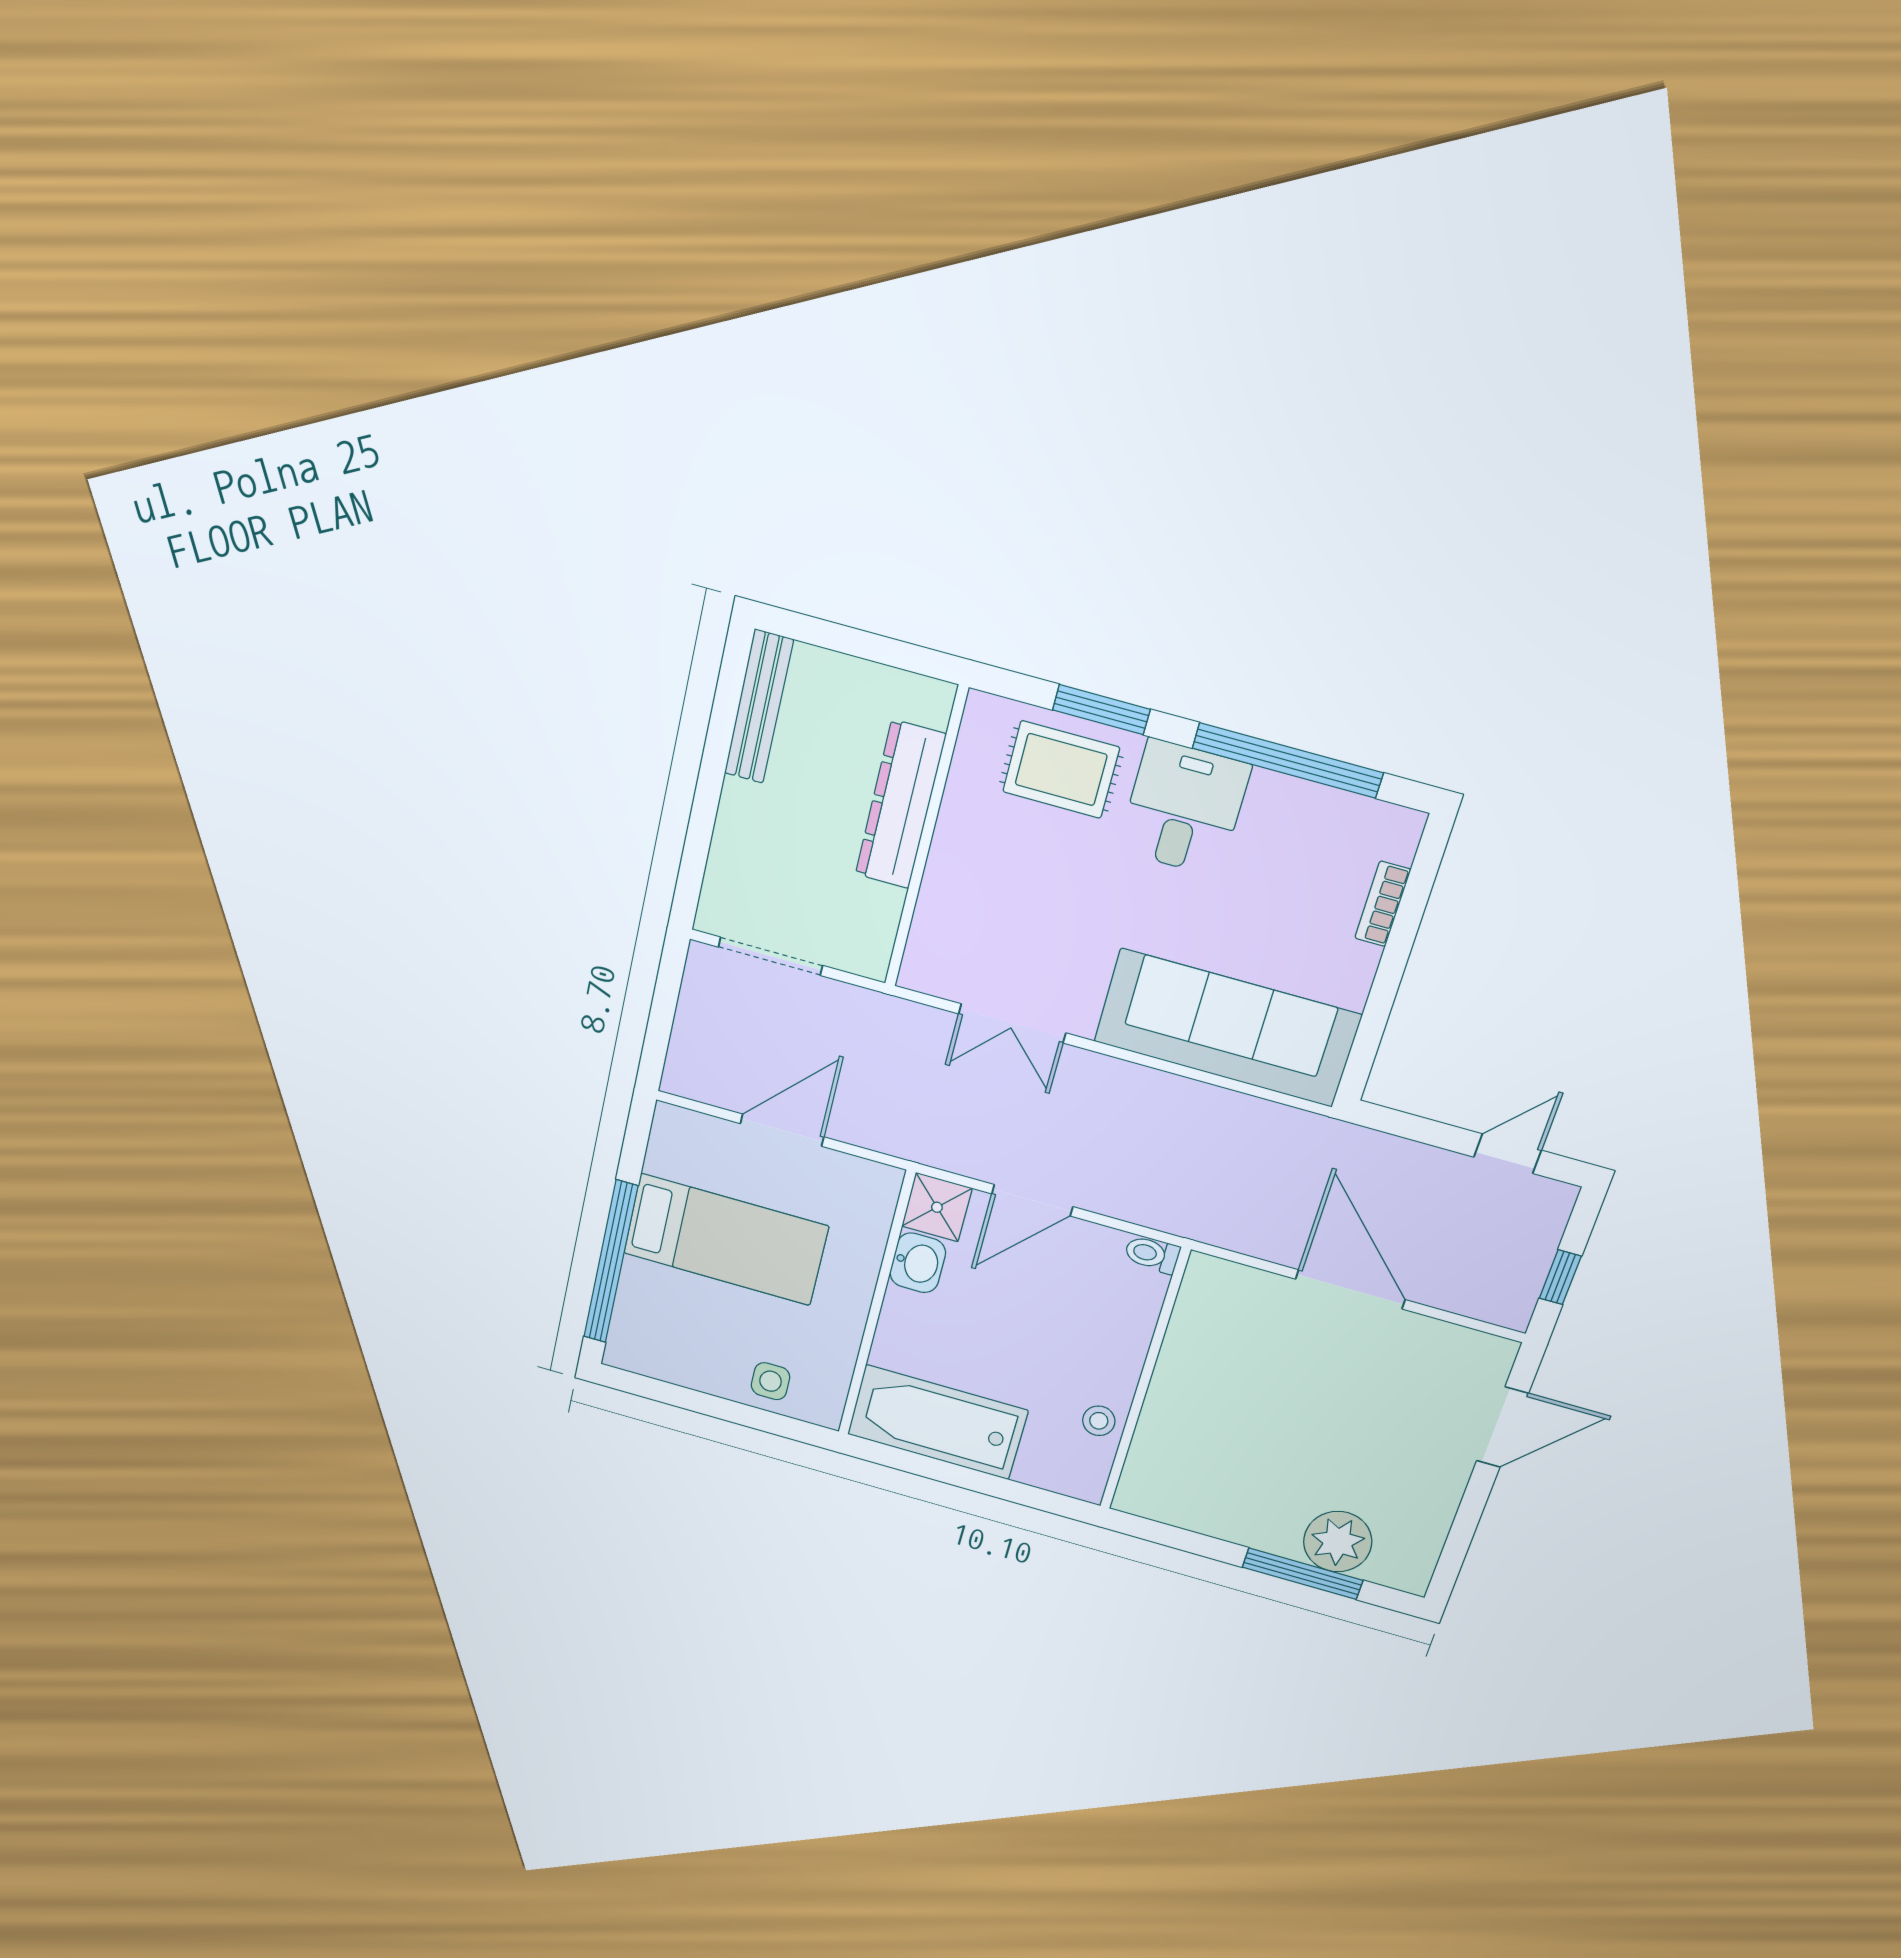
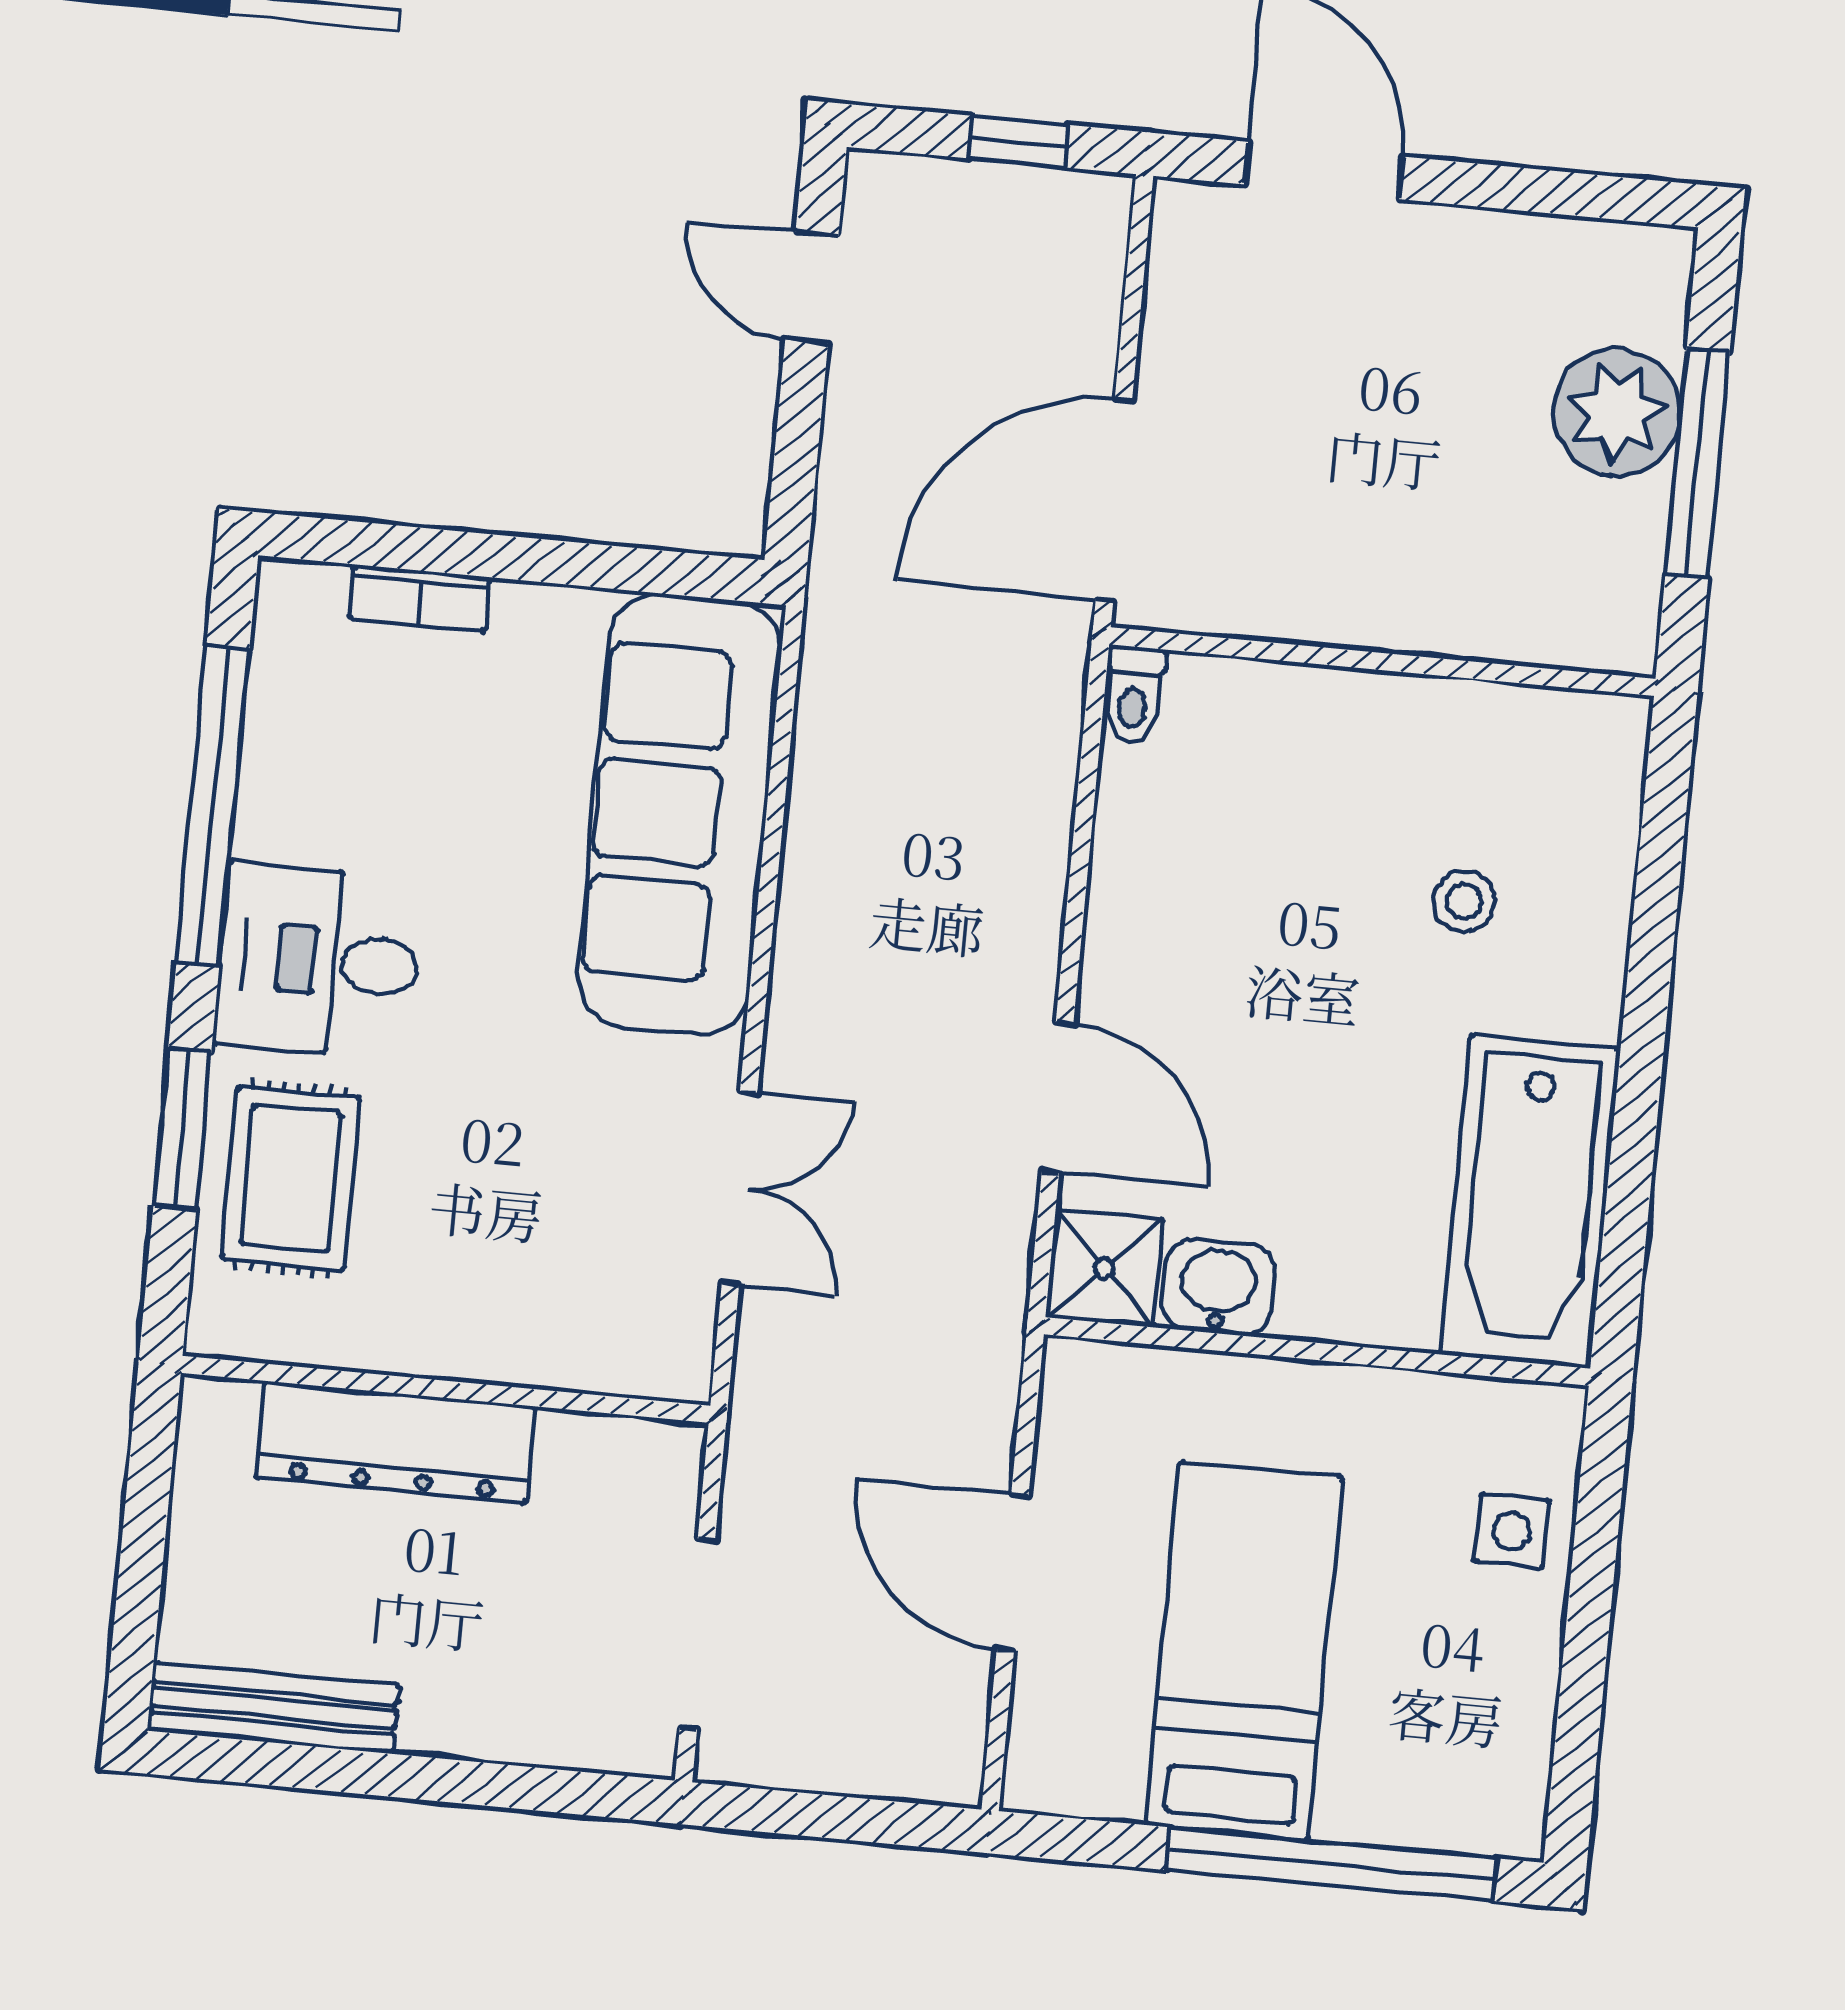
toilet: (1152, 1254) -> (1134, 694), moved
wall: (1145, 1381) -> (1382, 662), moved

